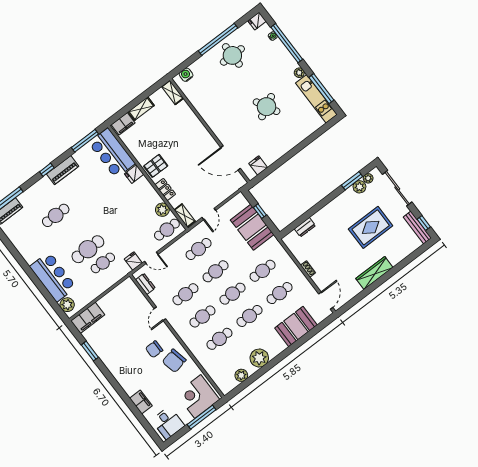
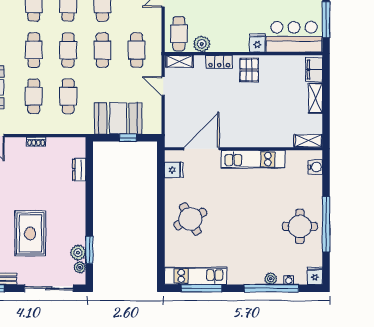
plant: (299, 73) -> (271, 279), moved
round table: (267, 107) -> (190, 219), moved
kitchen unit: (212, 119) -> (253, 159), added

